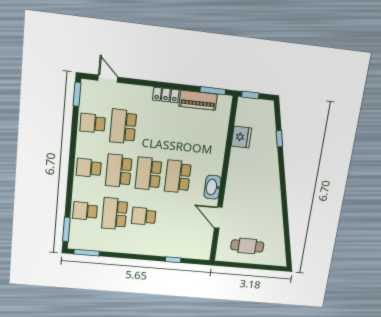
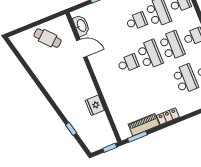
fridge: (241, 137) -> (95, 105), moved
school desk: (178, 177) -> (128, 63), width x0.54
washbasin: (212, 187) -> (81, 26), moved
cafe table: (247, 246) -> (48, 38), turned 48

